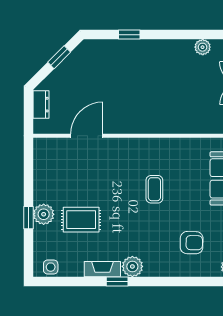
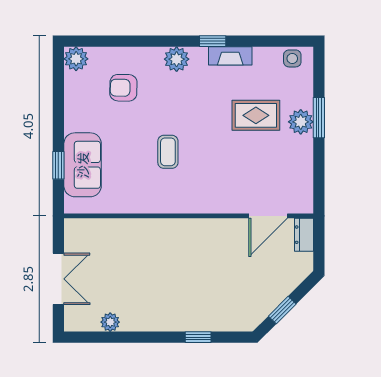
dresser: (41, 105) -> (304, 235), moved
door: (87, 136) -> (268, 216), moved
window: (29, 218) -> (319, 118), width x1.50
plant: (132, 266) -> (177, 59), moved

